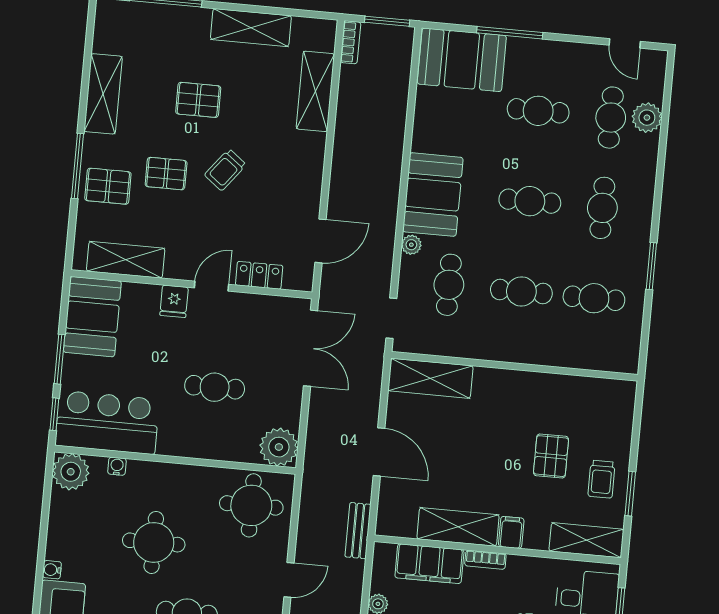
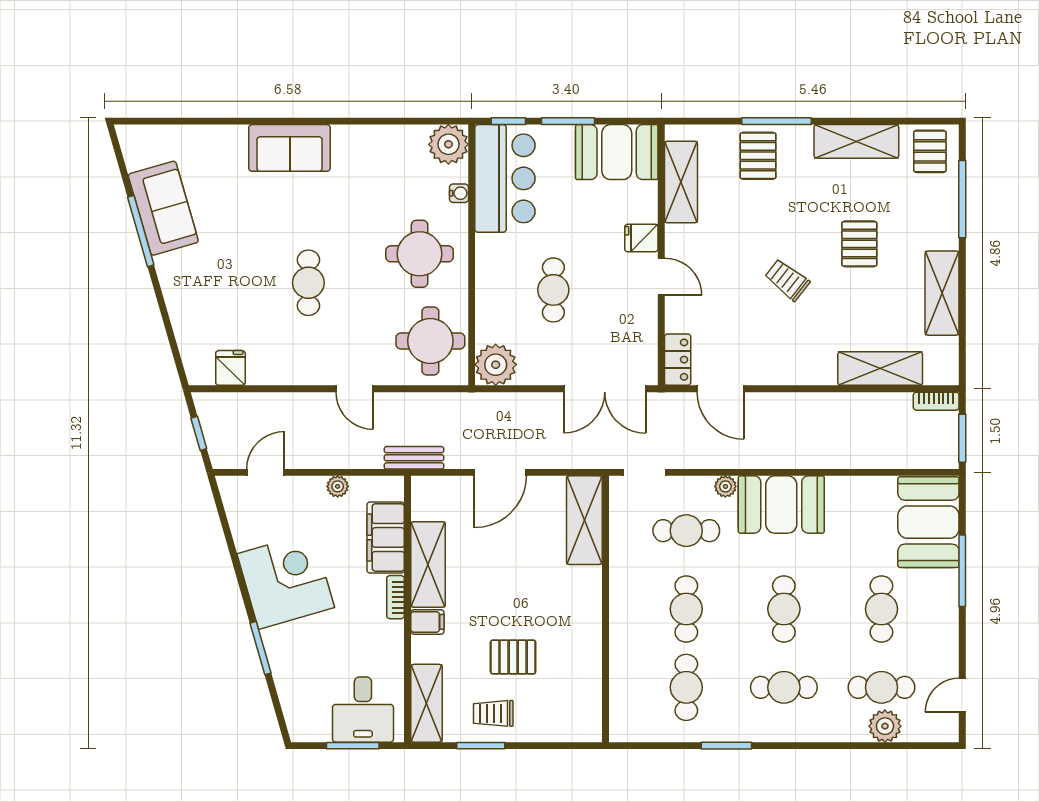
pallet: (166, 174) -> (930, 151), moved
locker: (259, 275) -> (678, 360), moved
round table: (154, 542) -> (420, 254), moved
water cooler: (52, 570) -> (342, 134), removed

